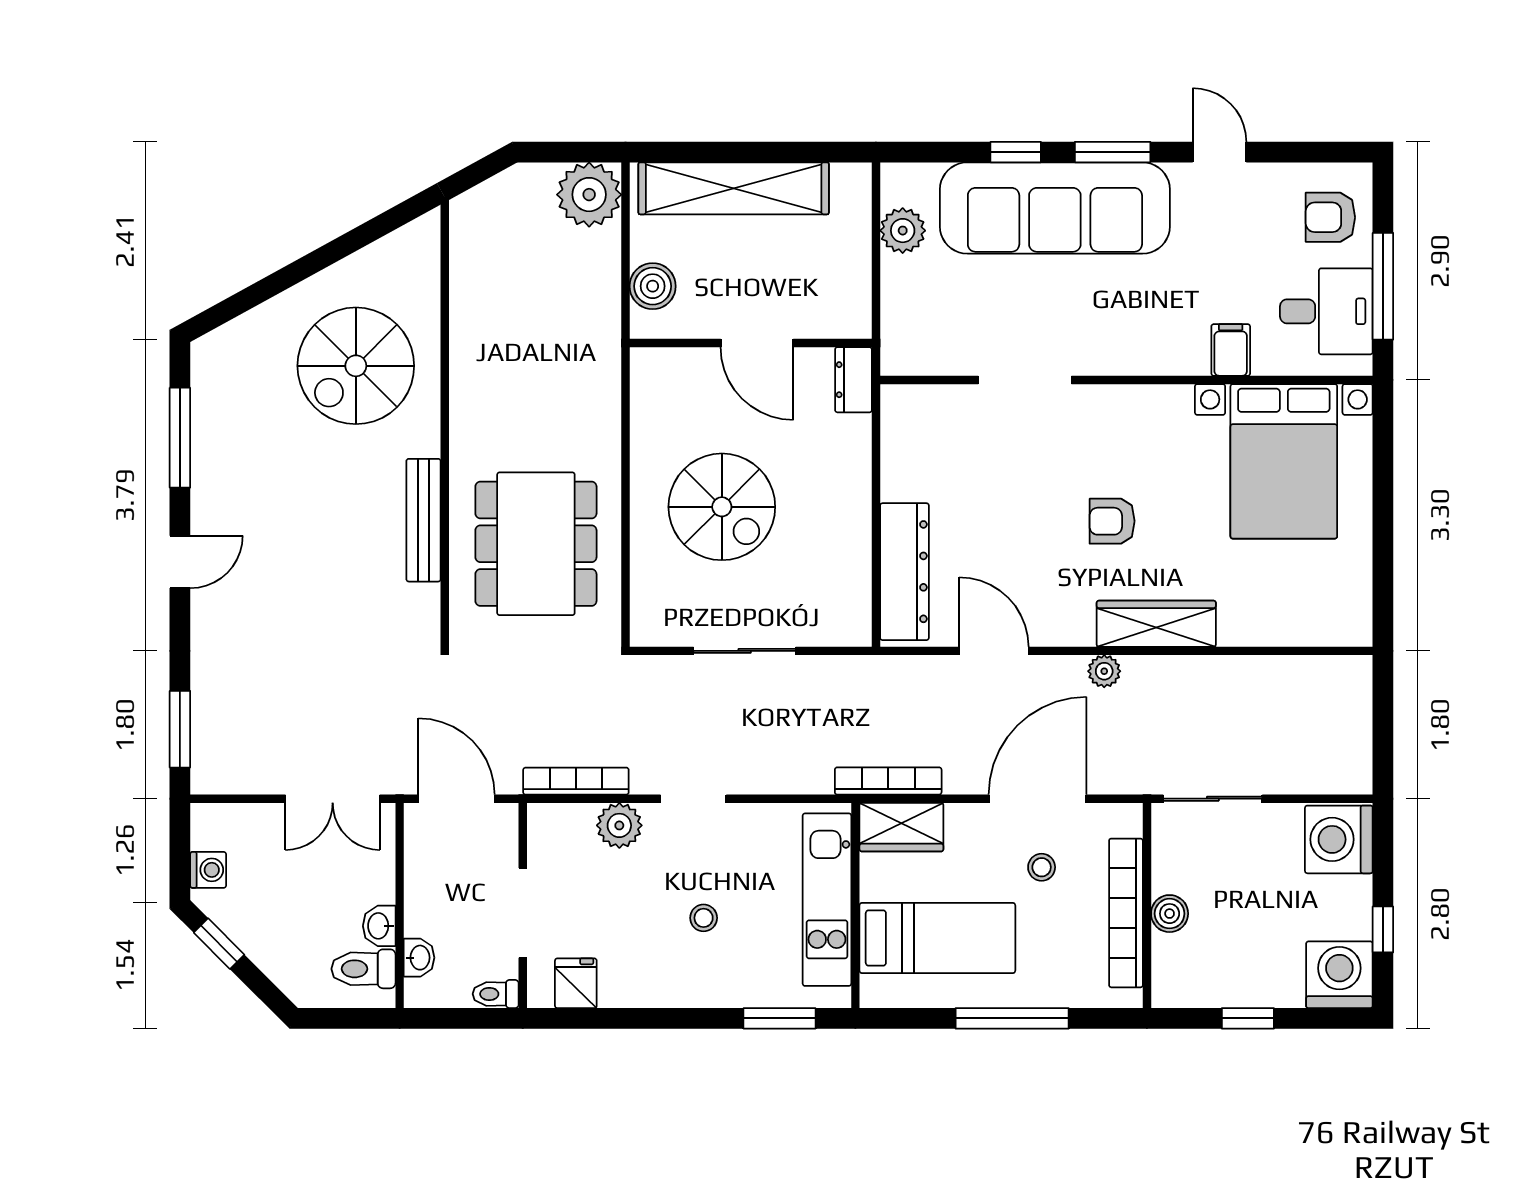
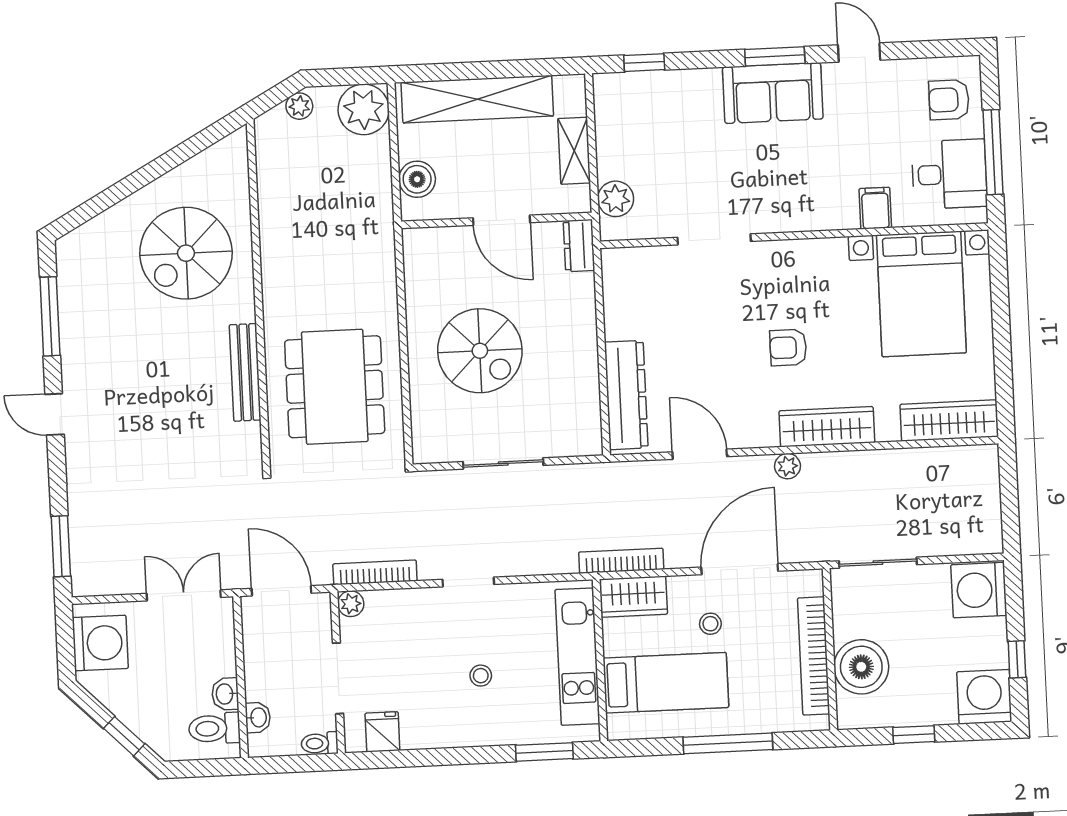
window: (1016, 152) -> (644, 63), moved
plant: (508, 187) -> (299, 106), added
sofa: (1055, 208) -> (773, 93), width x0.54, depth x0.79
plant: (903, 231) -> (616, 199), moved
shelving: (853, 259) -> (574, 151), added
door: (180, 562) -> (55, 414), swing flipped
wardrobe: (1312, 623) -> (949, 421), added
double door: (333, 799) -> (184, 595), swing flipped
plant: (619, 825) -> (351, 604), moved, width x0.73, depth x0.73
stool: (1042, 867) -> (710, 624), moved
washing machine: (208, 870) -> (100, 643), width x1.89, depth x1.89
boiler: (1170, 914) -> (861, 667), width x1.86, depth x1.86
window: (219, 944) -> (124, 736), moved

